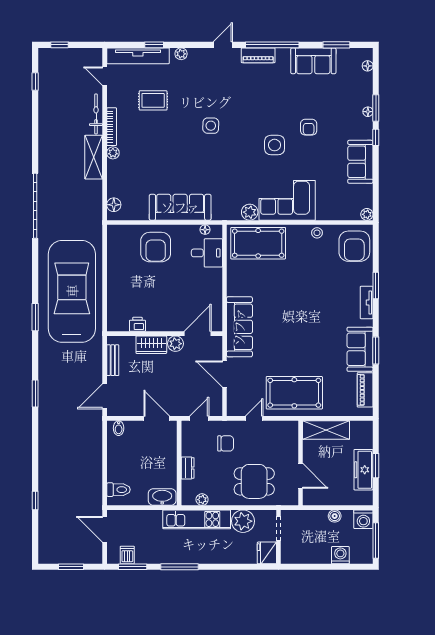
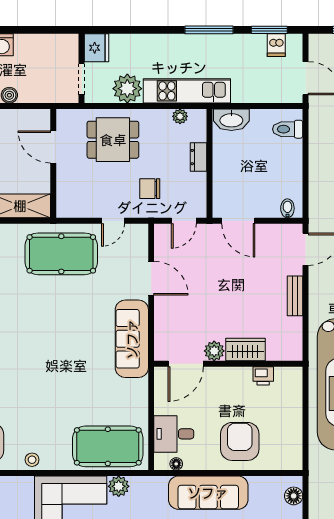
printer: (137, 324) -> (263, 376), moved
wall: (165, 334) -> (228, 364), moved
door: (198, 334) -> (186, 364), moved
plant: (175, 344) -> (214, 351), moved
wardrobe: (151, 345) -> (245, 350), moved

